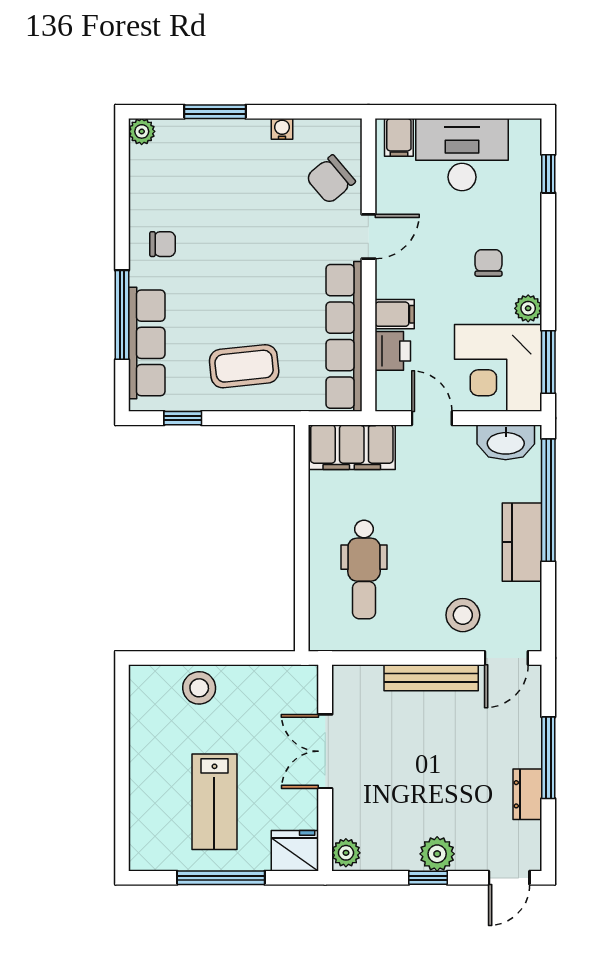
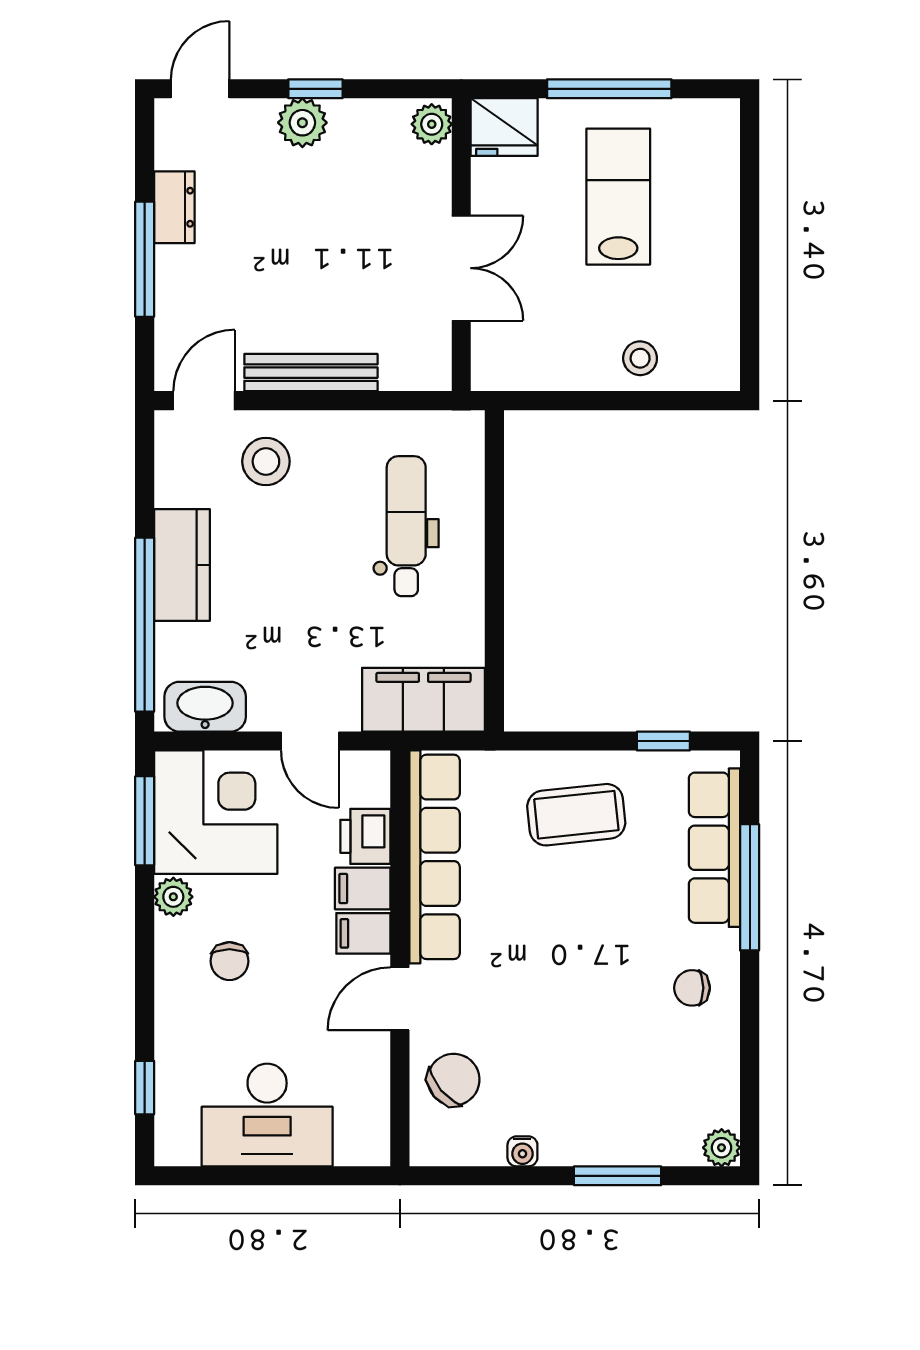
filing cabinet: (399, 137) -> (363, 933), moved, turned -90
stool: (199, 688) -> (640, 358), width x0.73, depth x0.73

